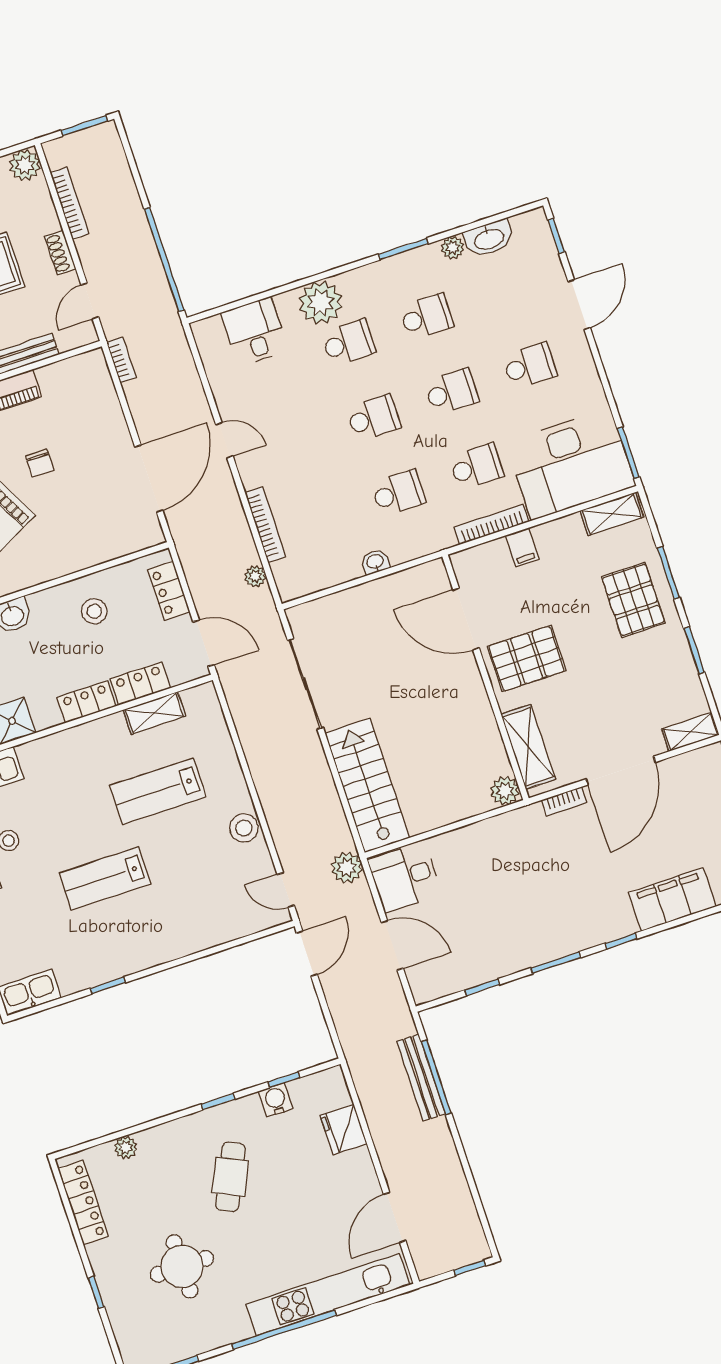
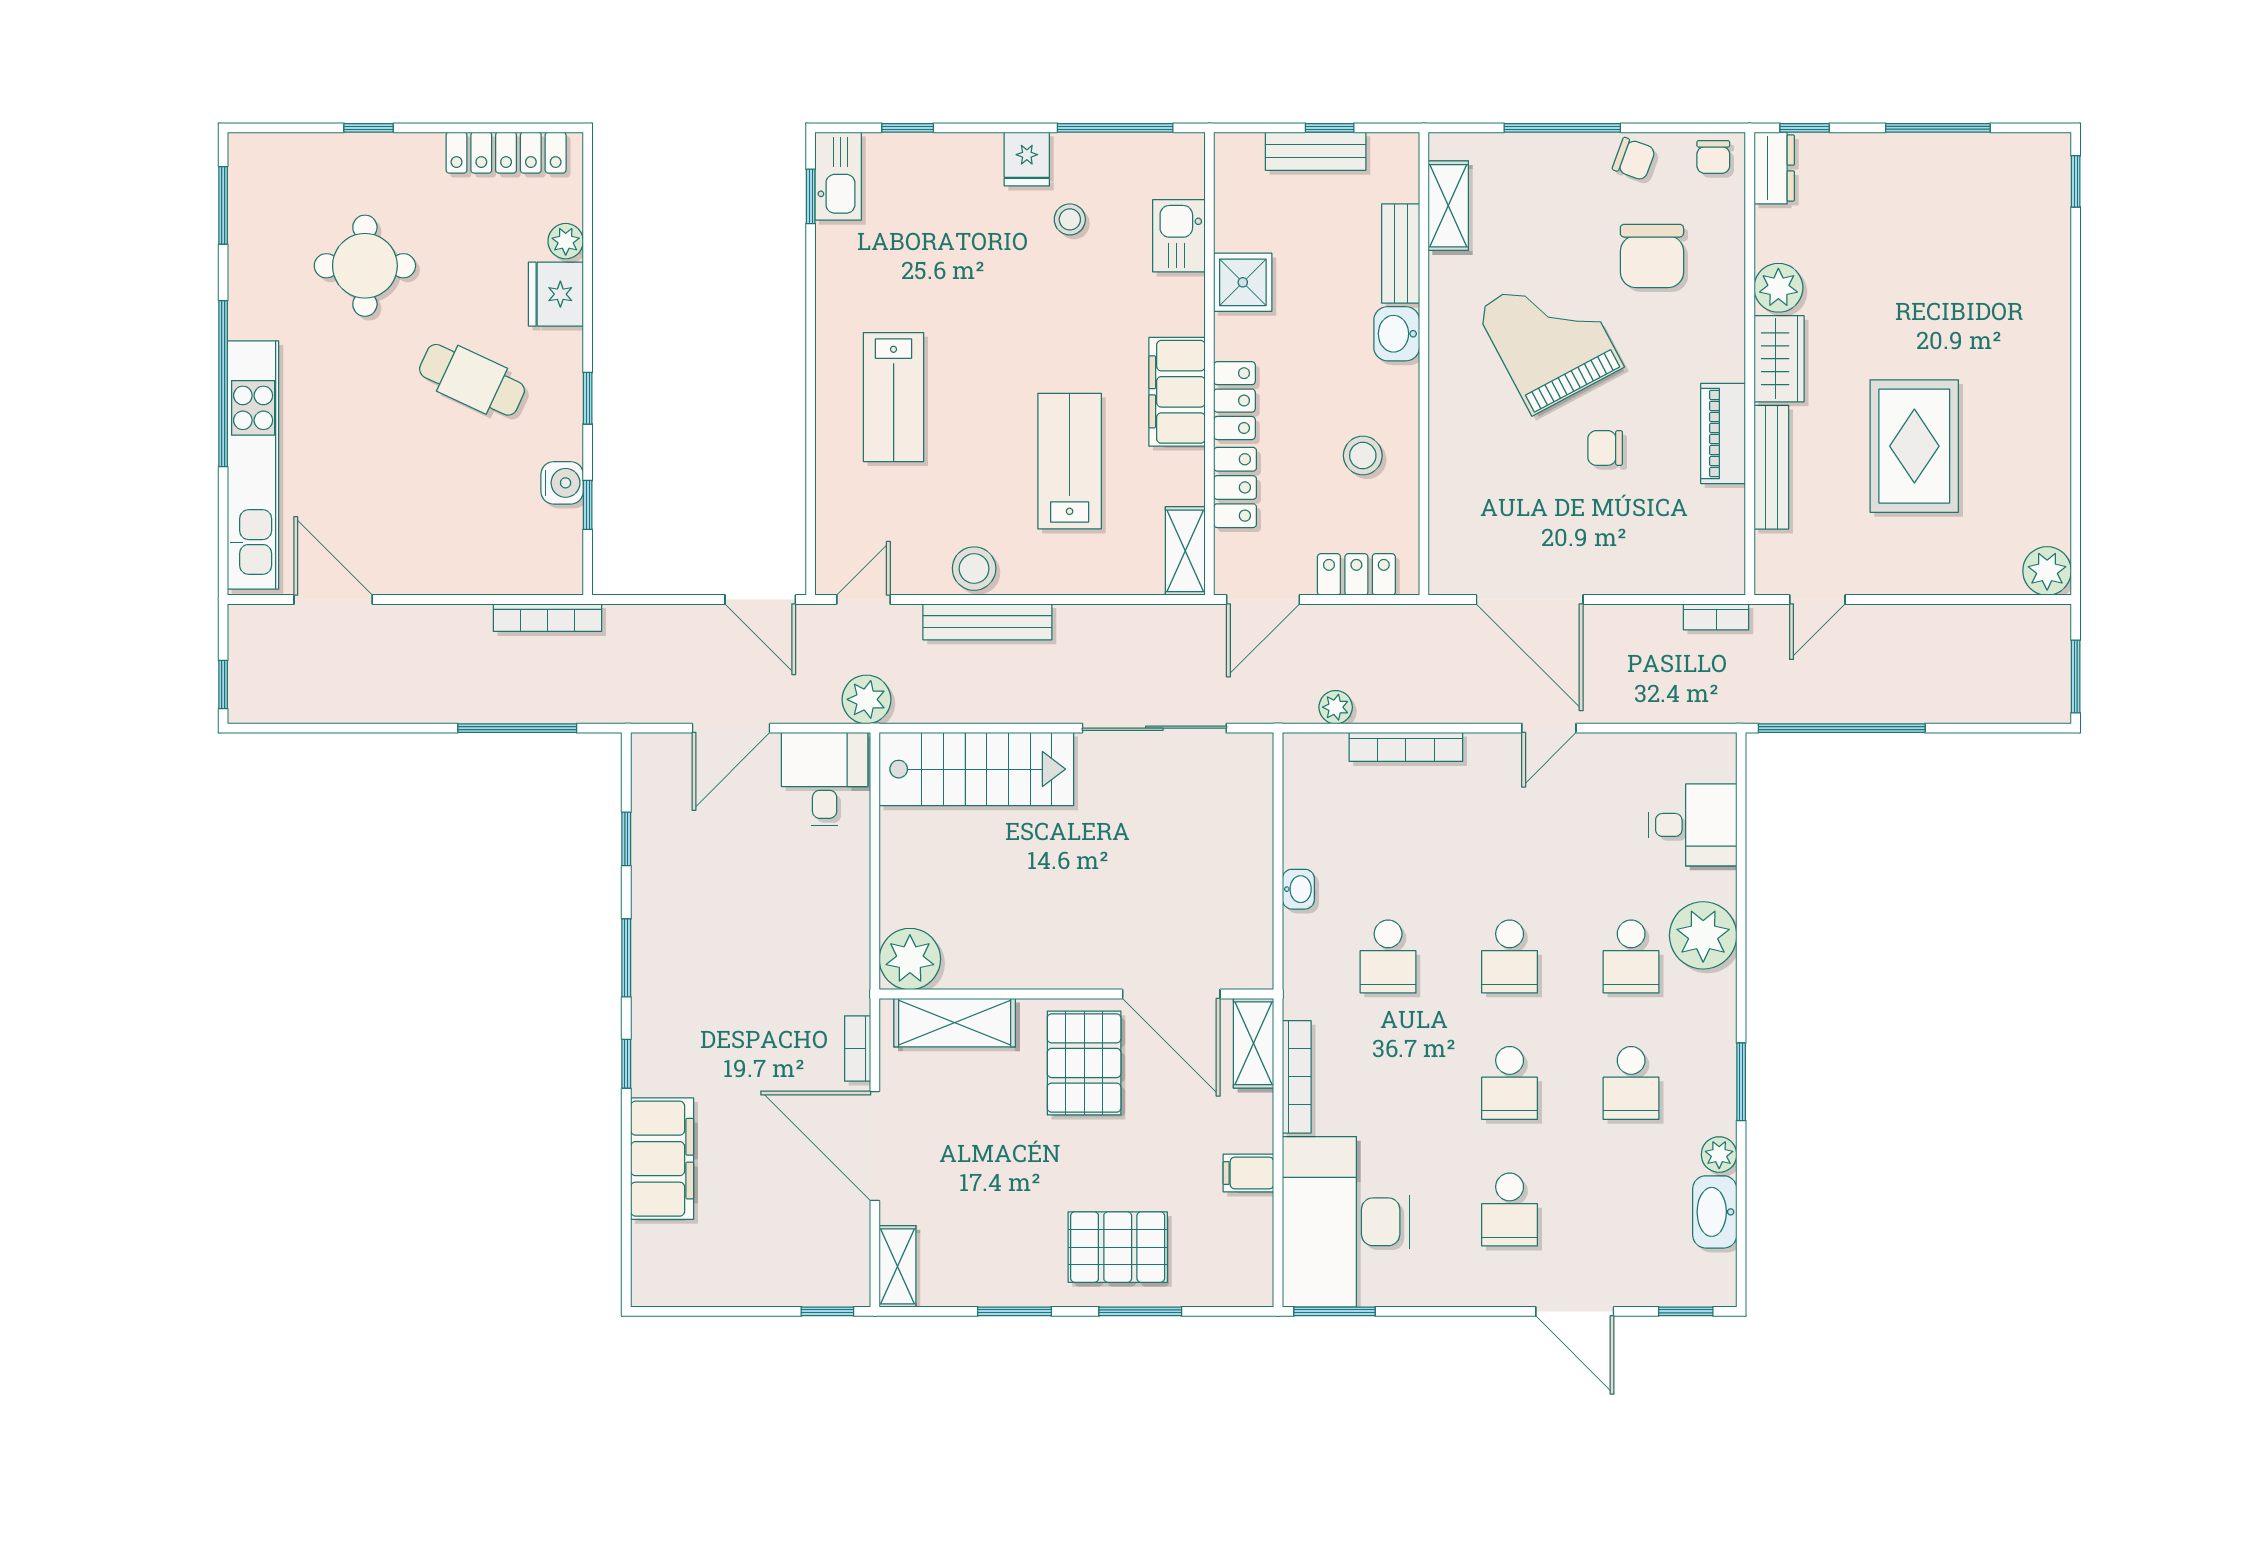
bookcase: (70, 203) -> (547, 618), moved
shoe rack: (60, 253) -> (1902, 580), removed
door: (90, 301) -> (1817, 600), swing flipped
school desk: (476, 467) -> (1388, 1083), removed
shelving: (612, 514) -> (1254, 1043), moved
filing cabinet: (522, 547) -> (1248, 1173), moved
door: (466, 619) -> (1171, 994), swing flipped
shelving: (154, 713) -> (1185, 551), moved
filing cabinet: (93, 739) -> (1177, 392), added
plant: (505, 791) -> (910, 959), width x1.36, depth x1.36
lab bench: (105, 878) -> (894, 397), moved, turned 180
window: (108, 985) -> (811, 196), moved
bench: (421, 1078) -> (987, 622), moved
fridge: (344, 1129) -> (556, 294), moved, turned -90

